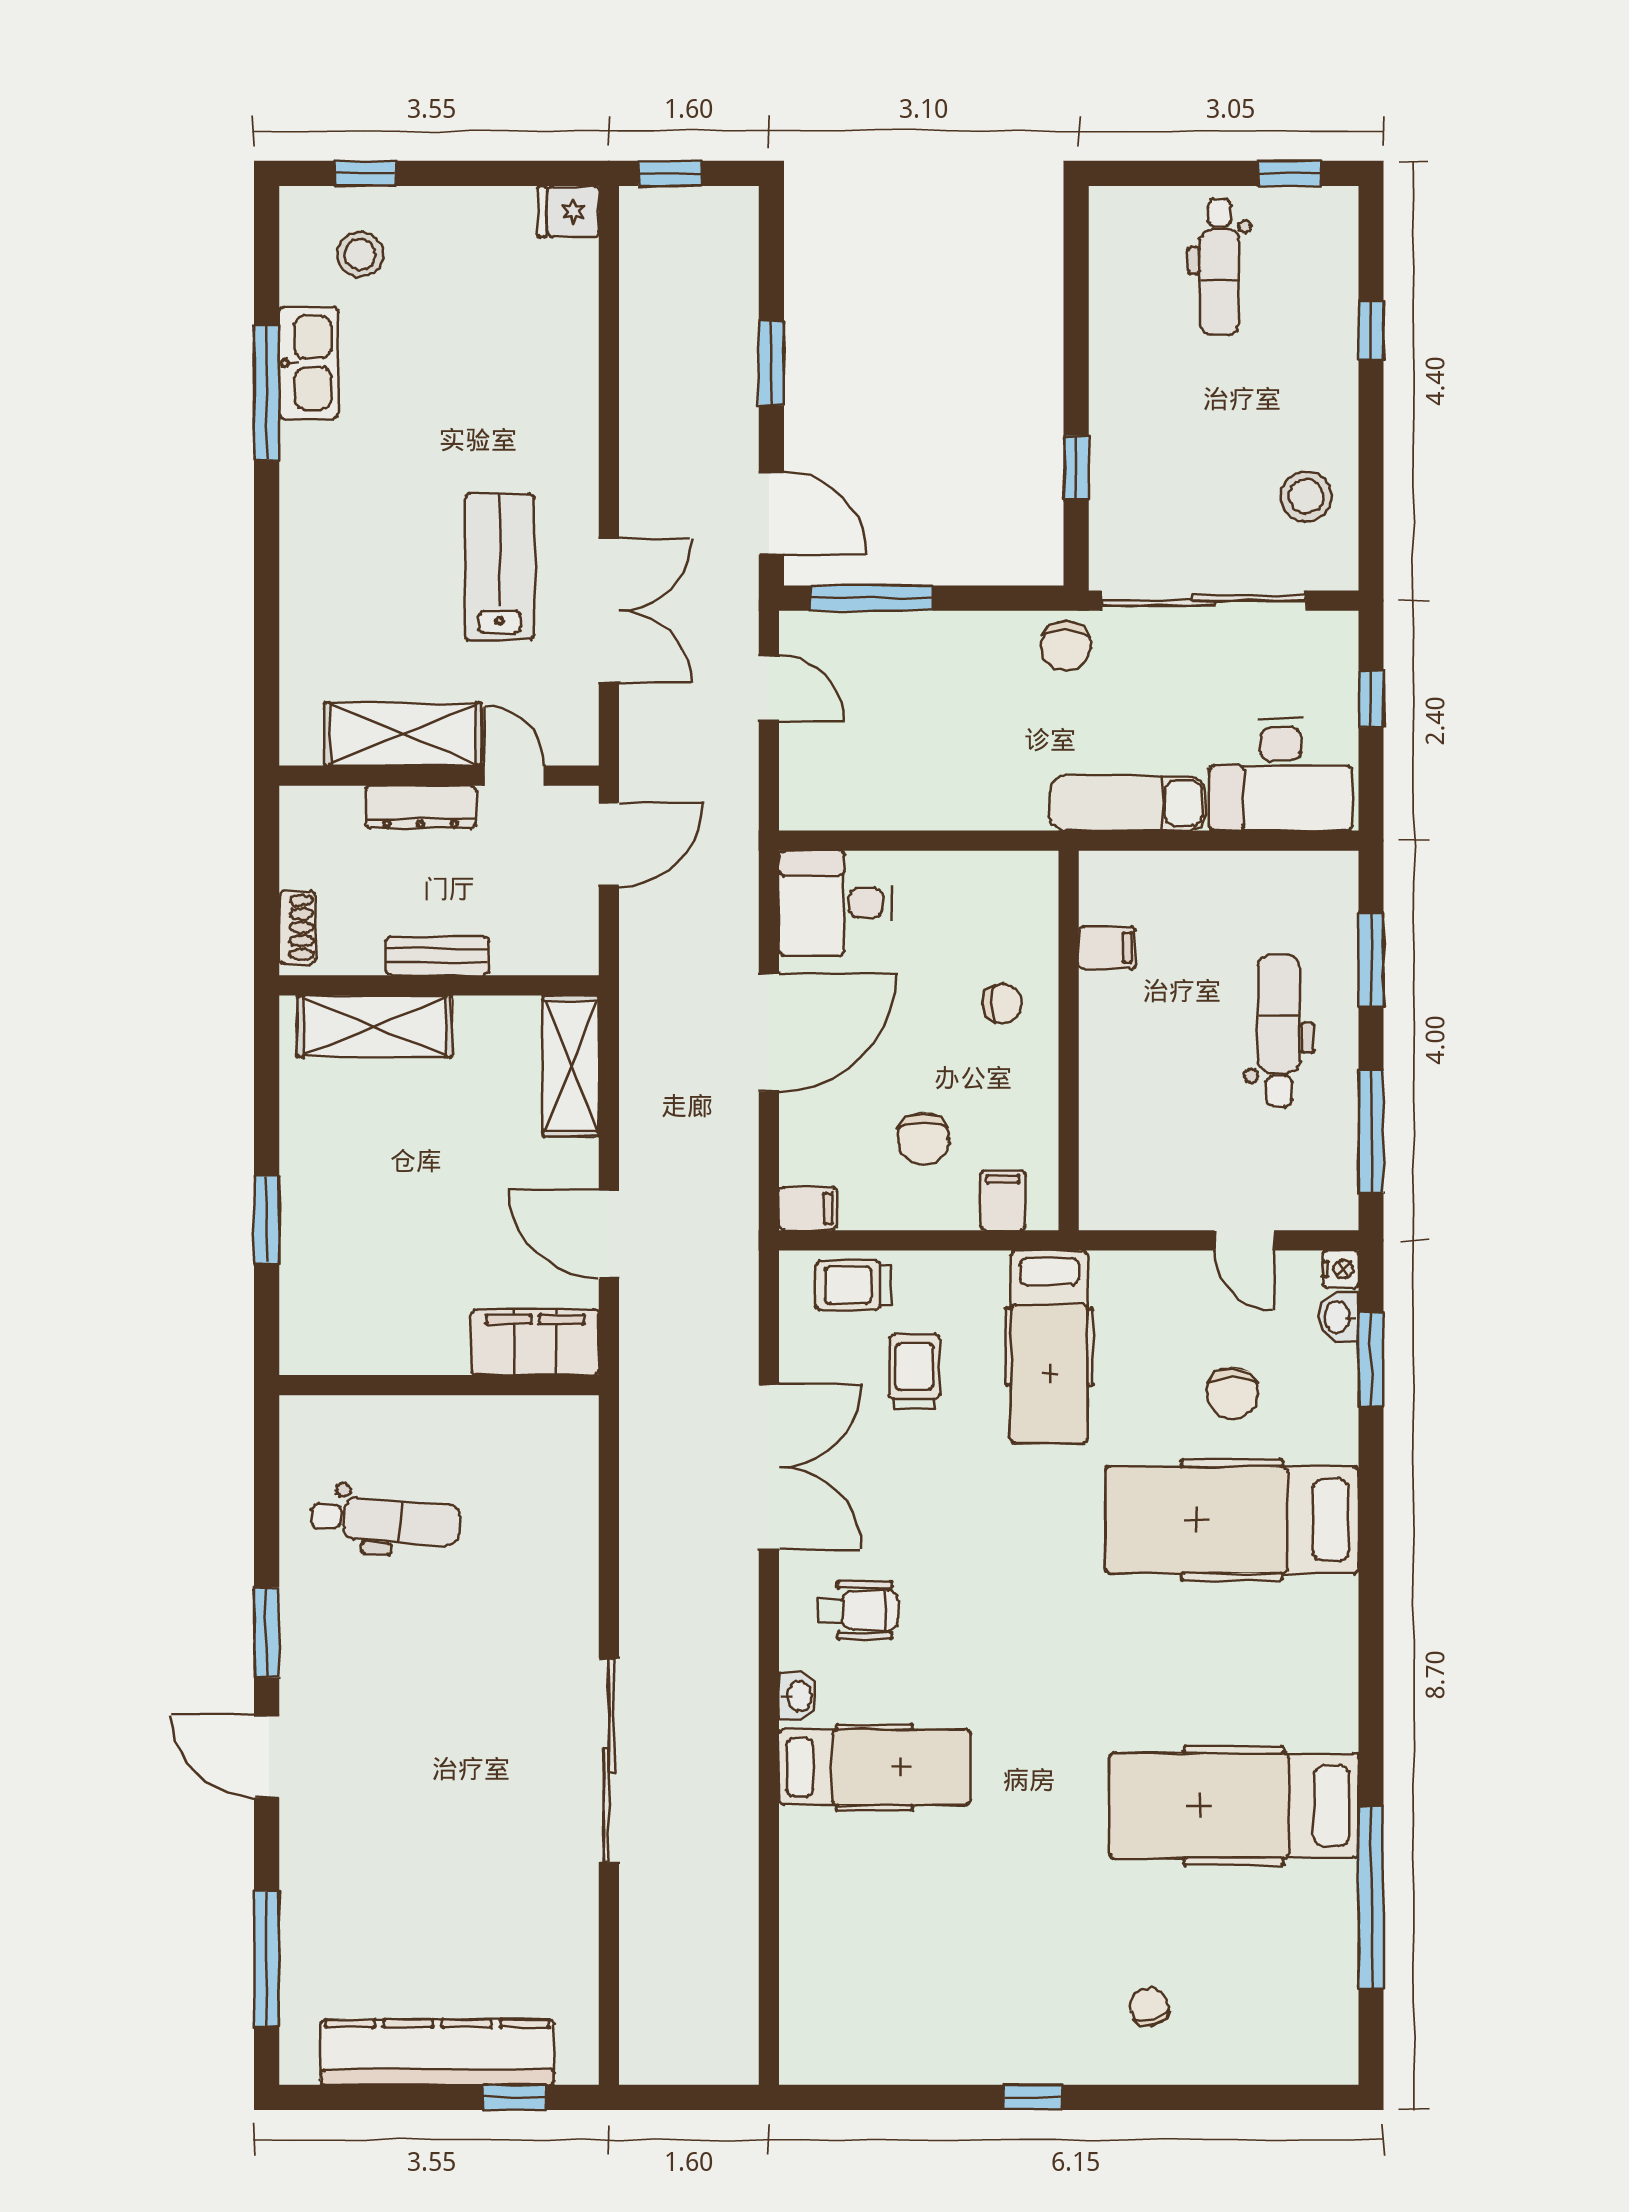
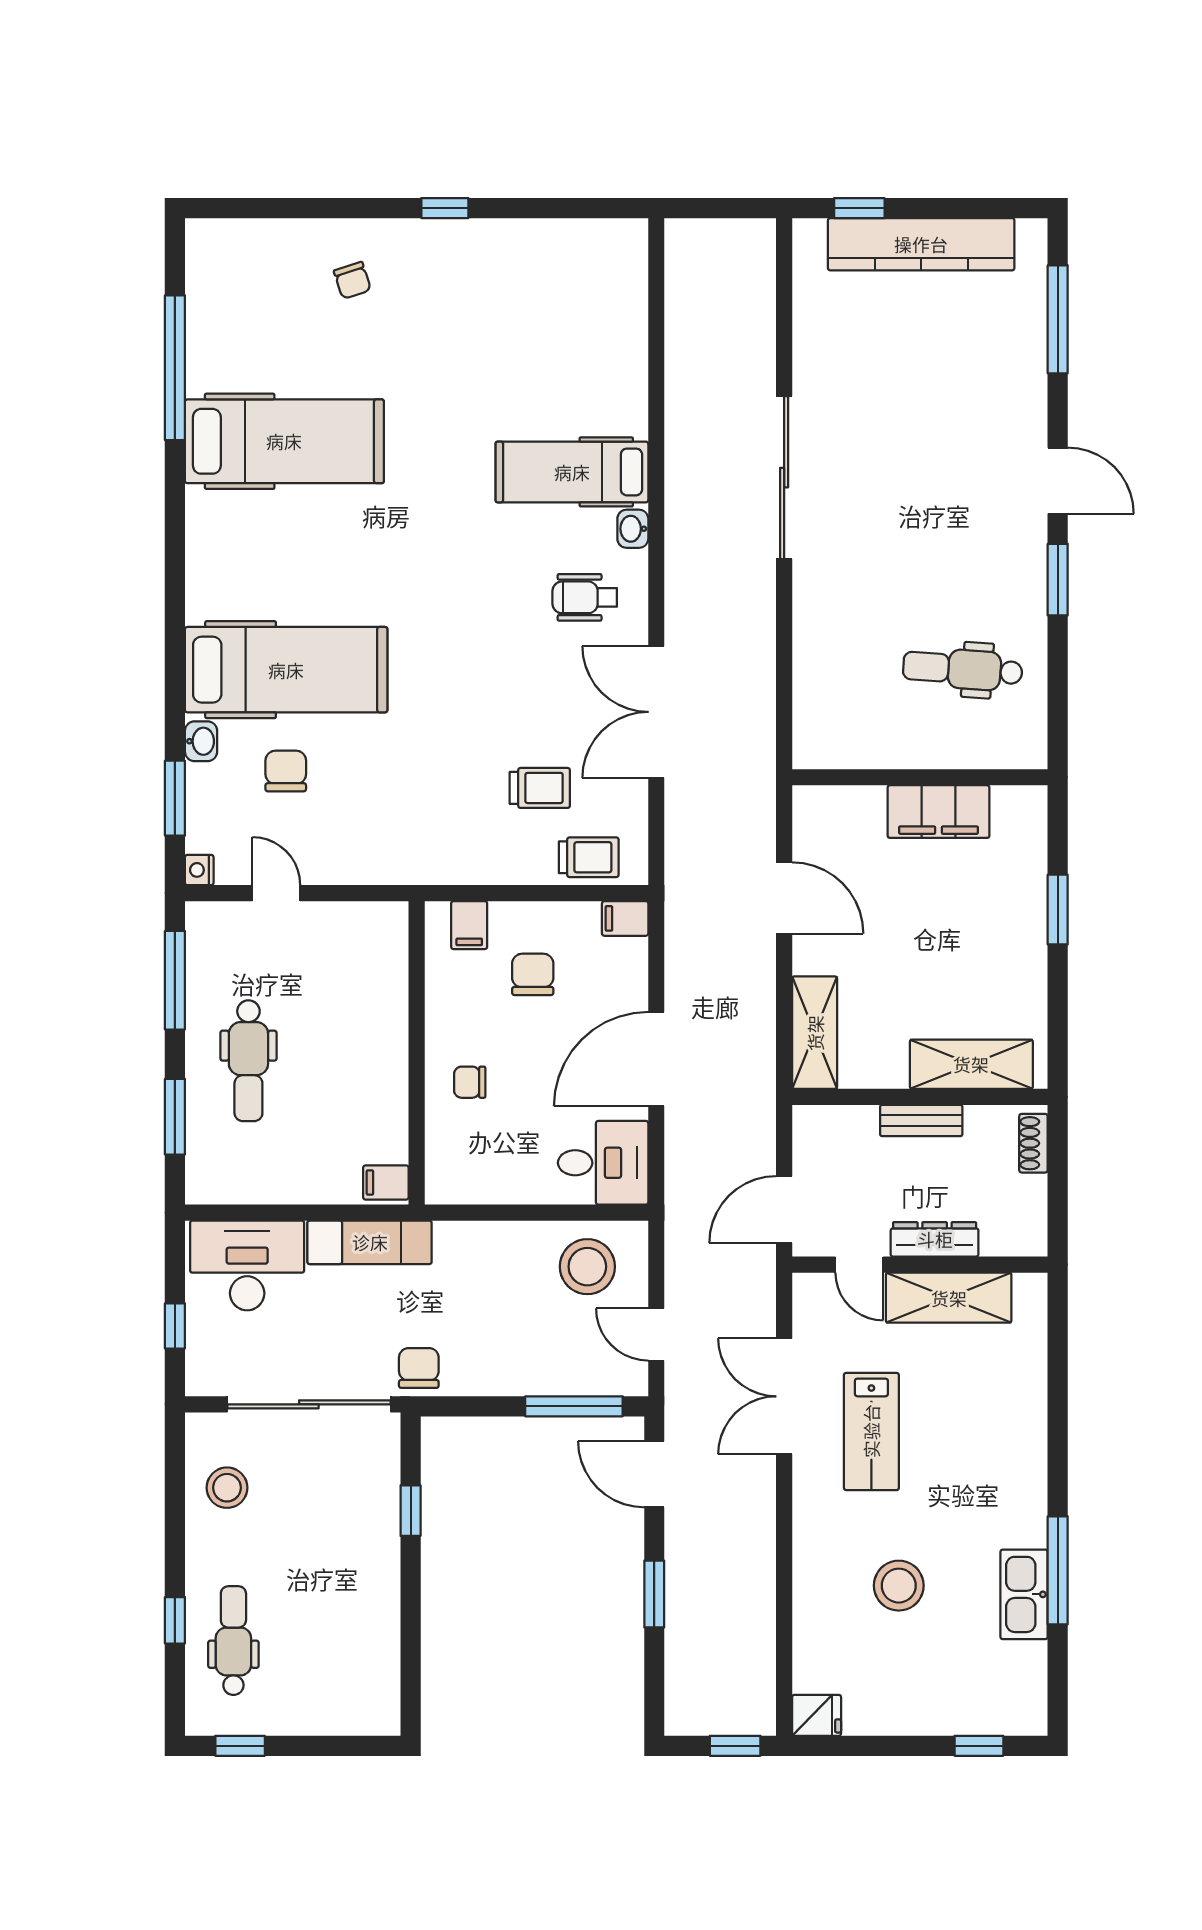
stool: (360, 254) -> (899, 1586), moved, width x1.38, depth x1.38
dental chair: (1219, 267) -> (233, 1641), moved
stool: (855, 773) -> (587, 1267), added
filing cabinet: (1107, 948) -> (386, 1183), moved
washbasin: (1338, 1317) -> (201, 741), moved
filing cabinet: (535, 1342) -> (939, 812), moved
hospital bed: (1049, 1347) -> (432, 808), removed
trolley: (914, 1372) -> (540, 788), turned -90

